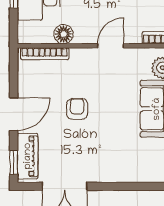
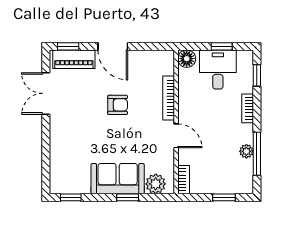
floor lamp: (64, 34) -> (187, 59), moved
bookcase: (45, 54) -> (169, 98), moved

